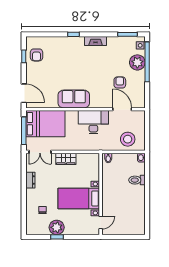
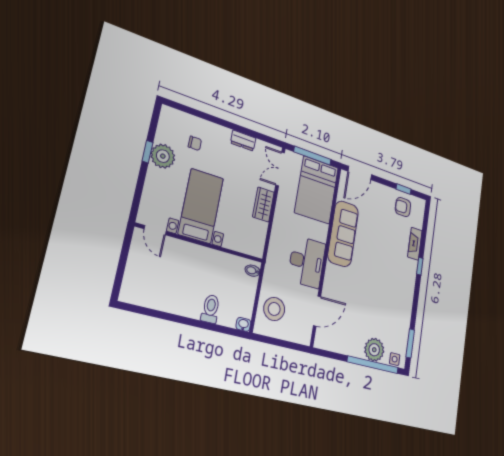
fireplace: (96, 41) -> (415, 244), moved
armchair: (120, 82) -> (353, 317), removed
sofa: (74, 99) -> (343, 234), width x1.36

